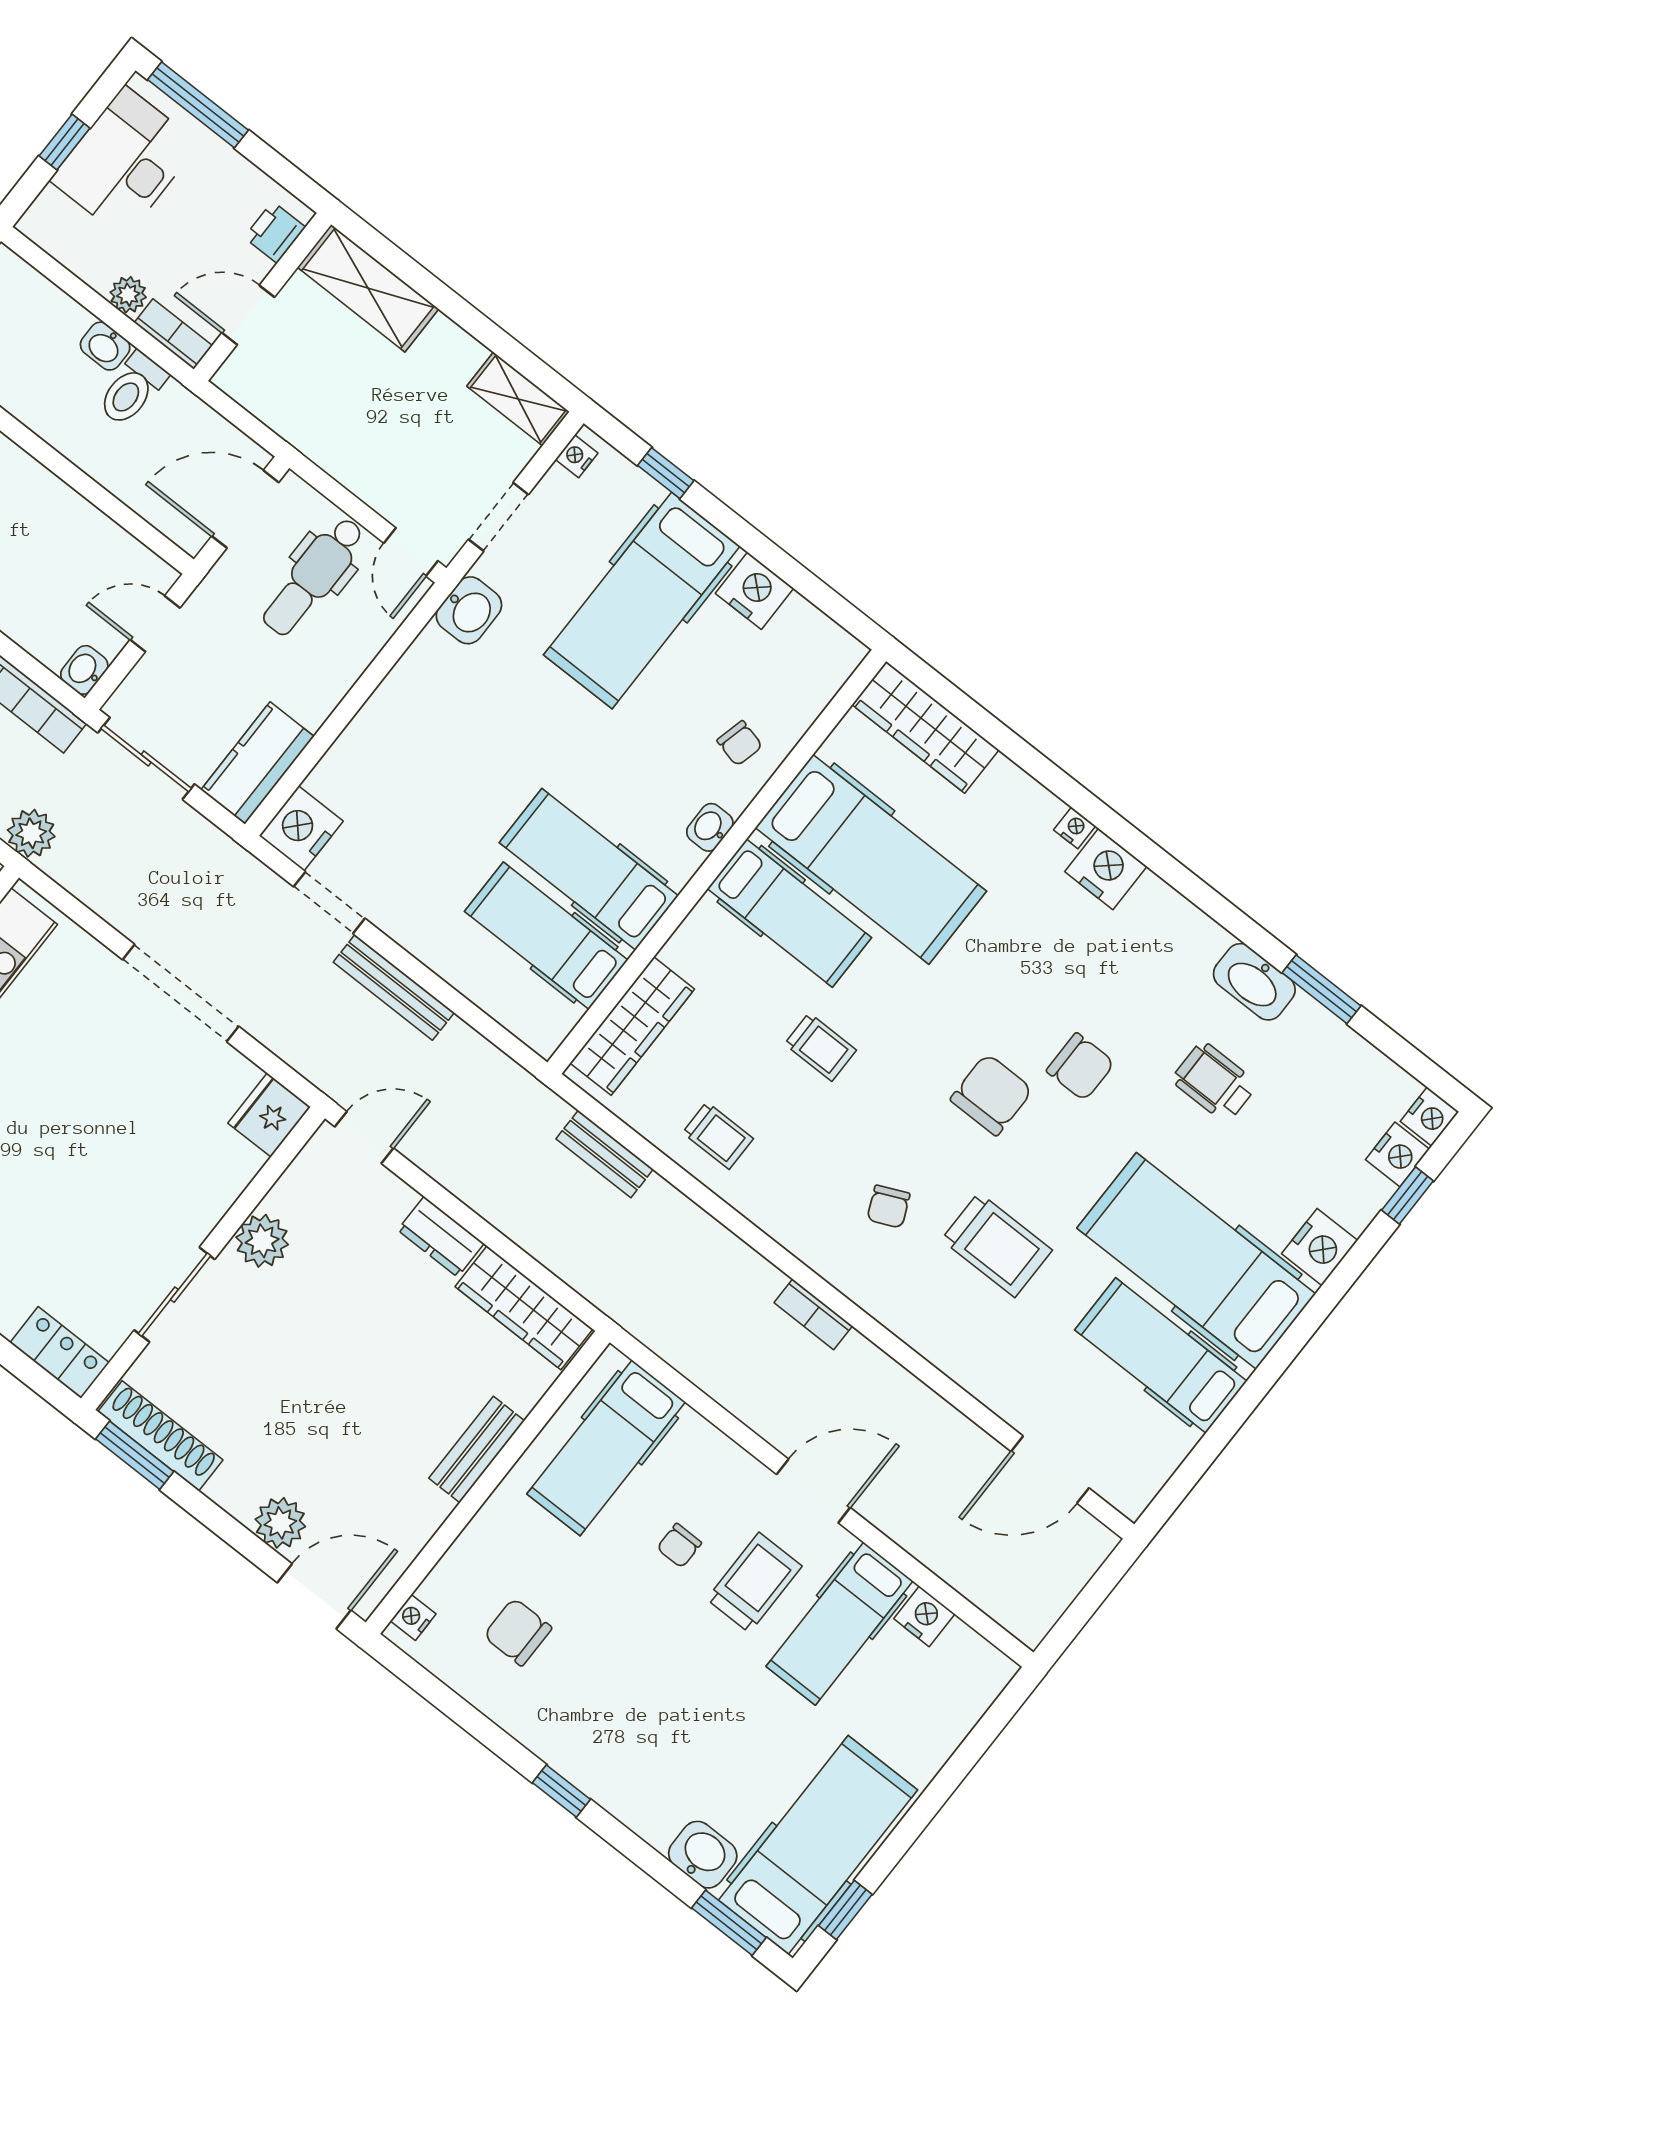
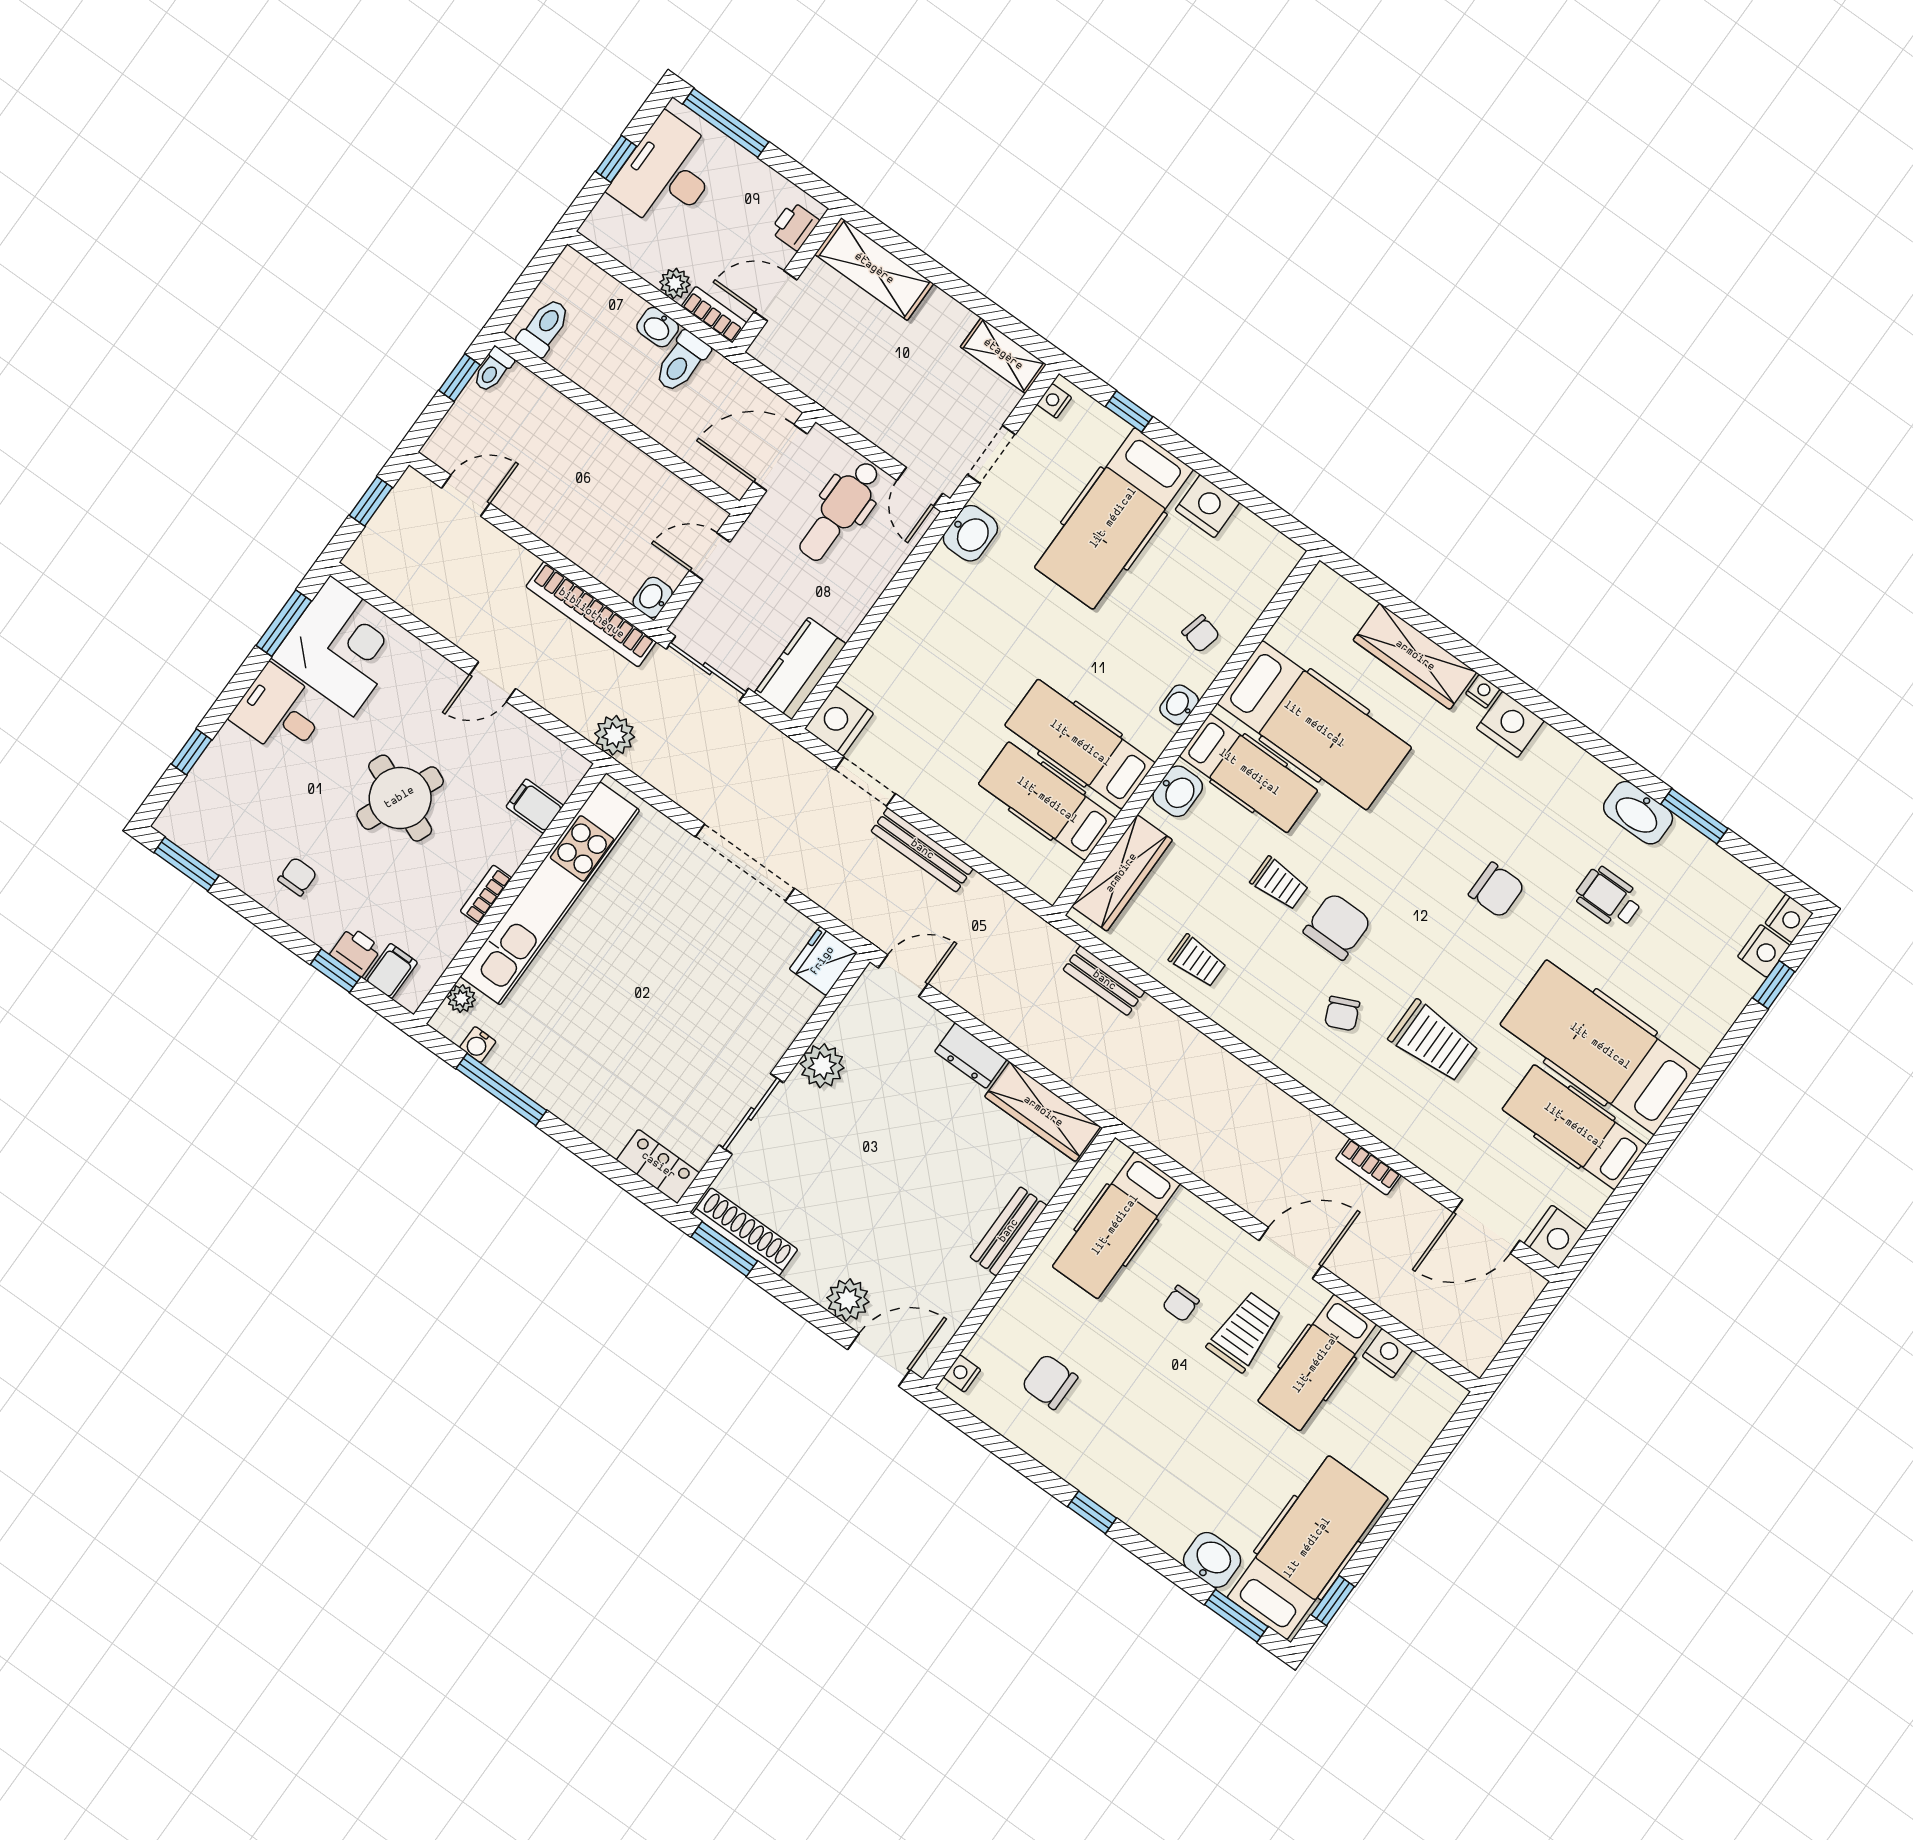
wardrobe: (925, 727) -> (1415, 656), moved
washbasin: (703, 931) -> (1178, 791), added
chair: (992, 1095) -> (1337, 926), moved
nightstand: (1320, 1247) -> (1555, 1237), moved
bookcase: (813, 1314) -> (1368, 1167), moved

